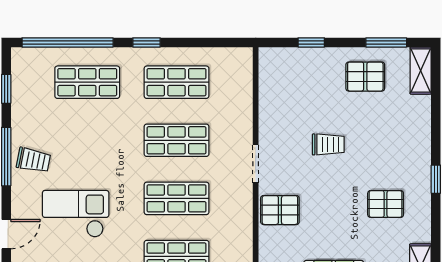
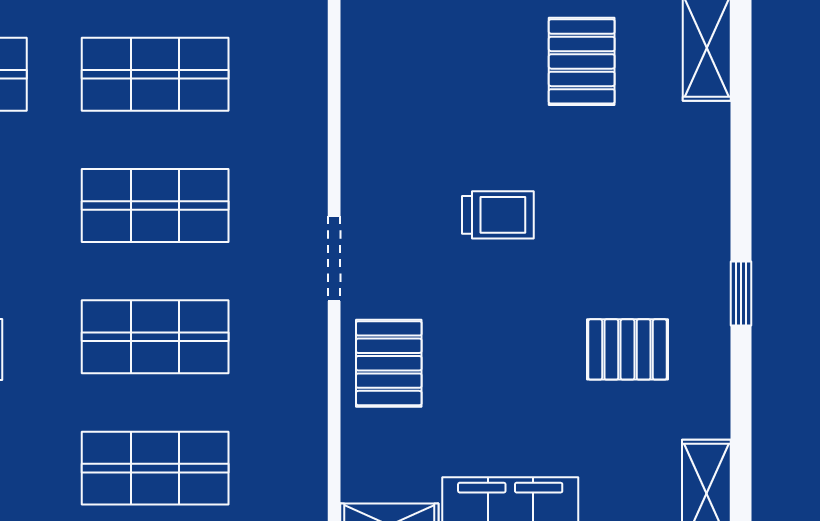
pallet: (365, 77) -> (582, 61), turned 90
pallet: (280, 210) -> (389, 363), turned 90

